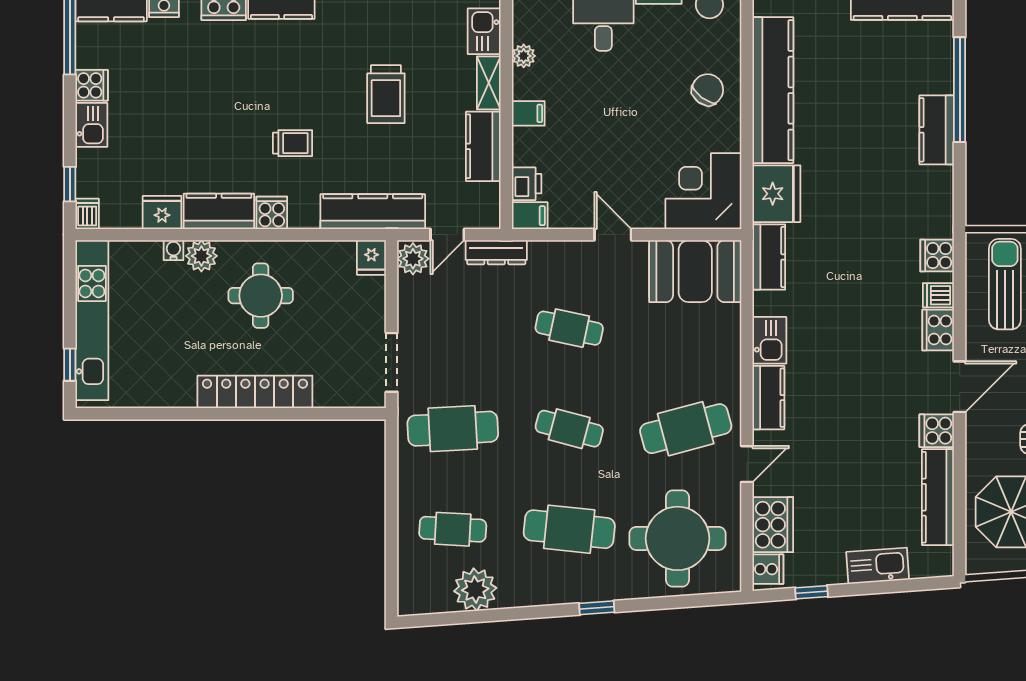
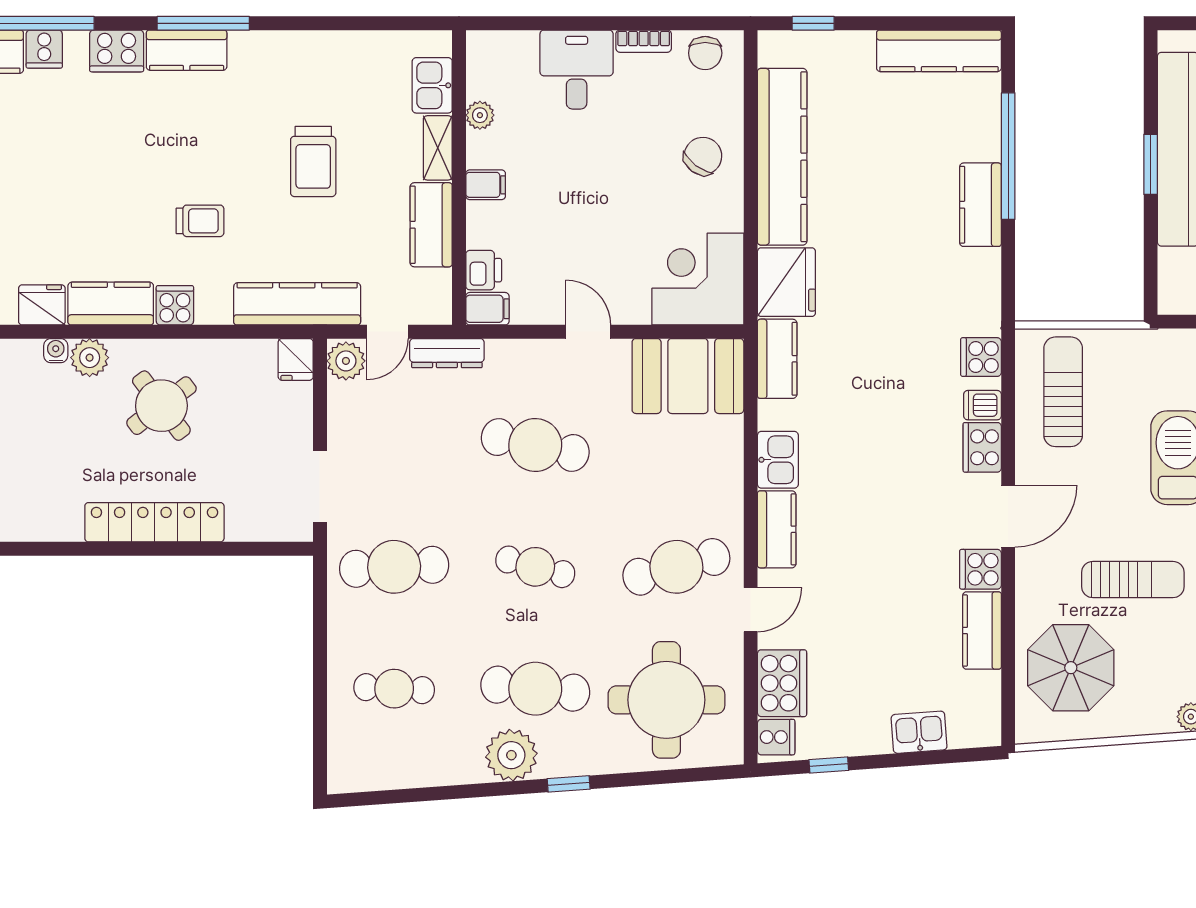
round table: (261, 296) -> (161, 406), turned -37
cafe table: (569, 328) -> (535, 445), width x1.37, depth x1.35
kitchen counter: (938, 497) -> (982, 630), width x0.67
kitchen sink: (878, 566) -> (919, 732), width x0.73
plant: (475, 589) -> (511, 755), moved

